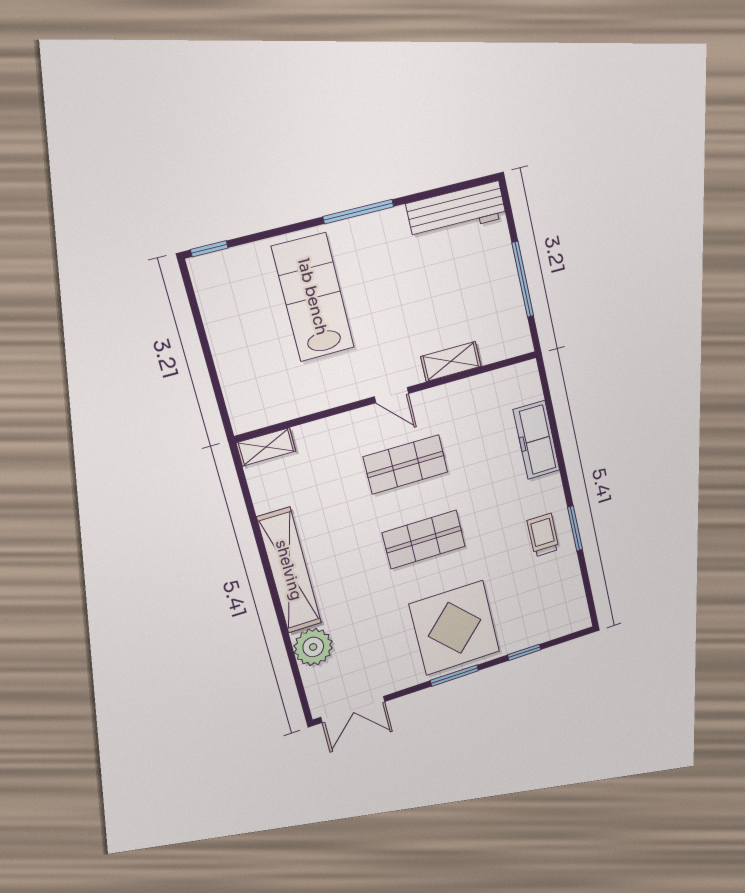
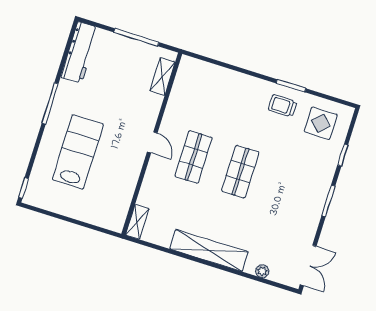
lab bench: (313, 297) -> (78, 152), turned 90
shelving: (451, 361) -> (163, 76), moved
door: (391, 395) -> (152, 142), hinge flipped
freezer: (536, 440) -> (227, 79), removed
display table: (455, 628) -> (321, 123), moved, width x0.54, depth x0.54
plant: (313, 647) -> (262, 271), width x0.53, depth x0.53

